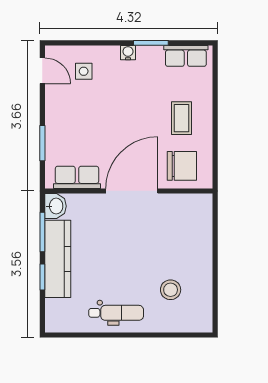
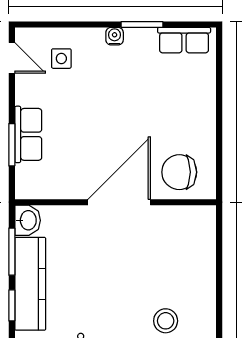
coffee table: (181, 118) -> (179, 115), removed
chair: (182, 166) -> (179, 172), turned 180
row of seats: (77, 177) -> (28, 134), moved, turned 90

